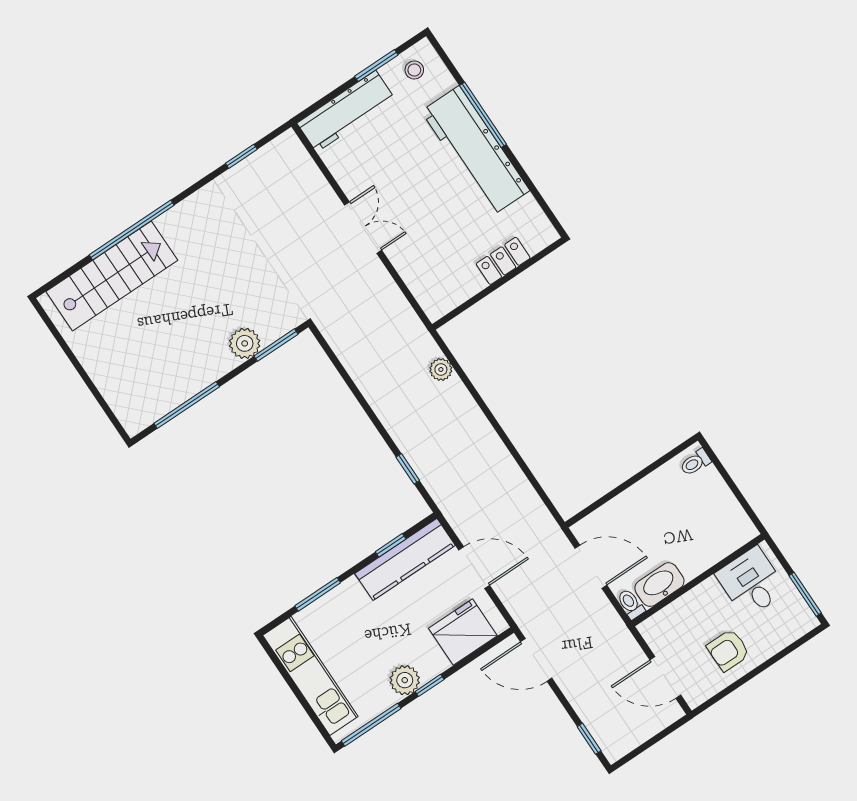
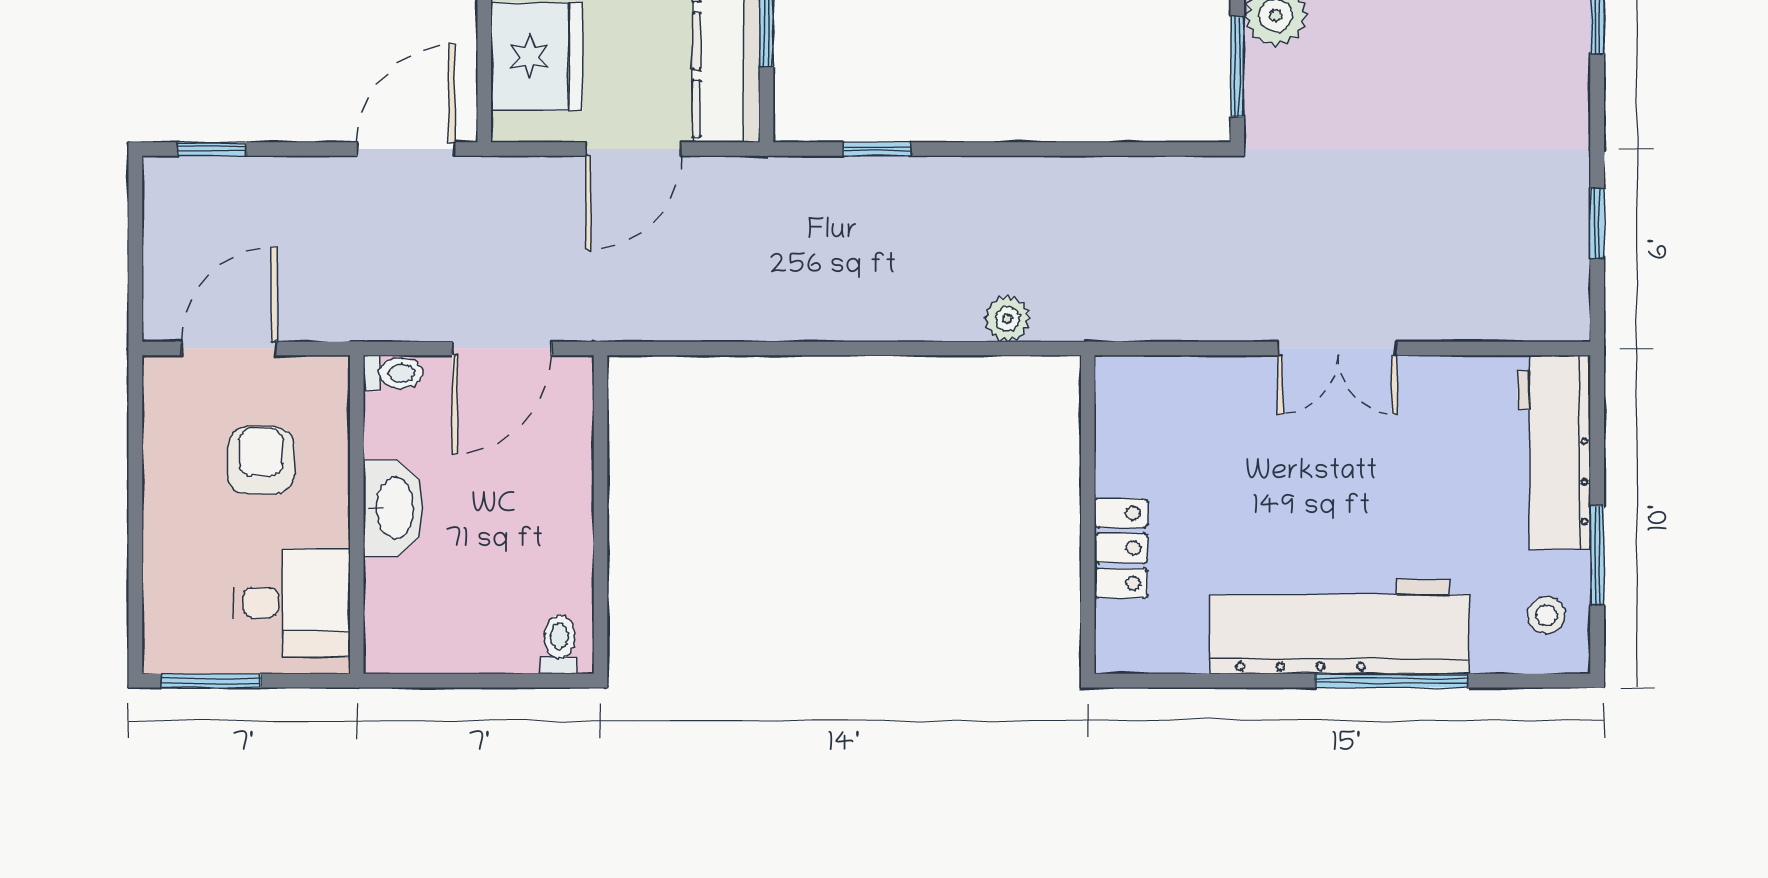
washbasin: (659, 585) -> (393, 508), moved
armchair: (728, 650) -> (261, 460), moved

